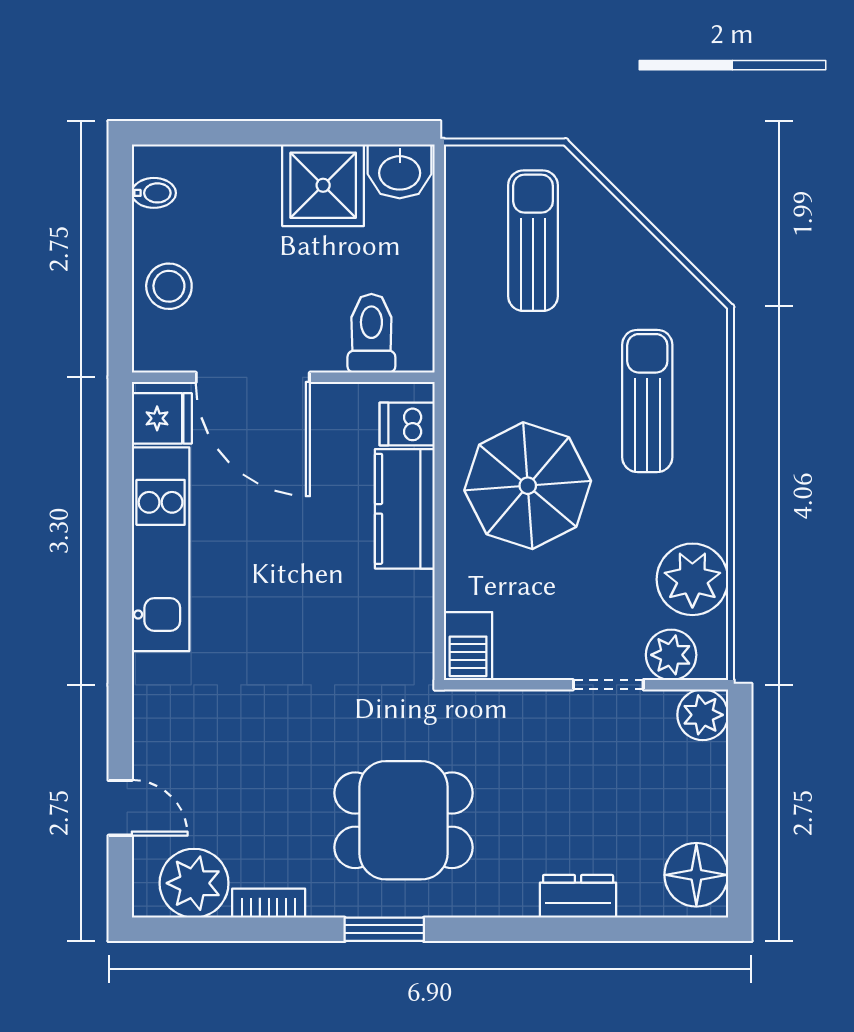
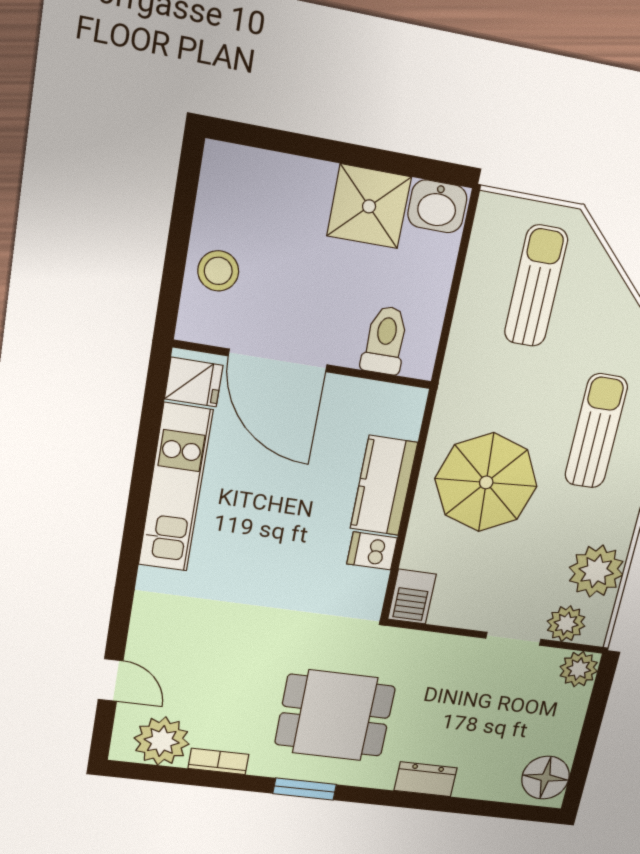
bidet: (154, 193) -> (218, 186), removed
dishwasher: (407, 424) -> (372, 551), moved
dresser: (578, 896) -> (426, 779), moved

